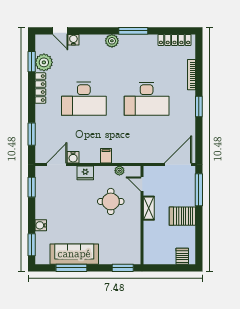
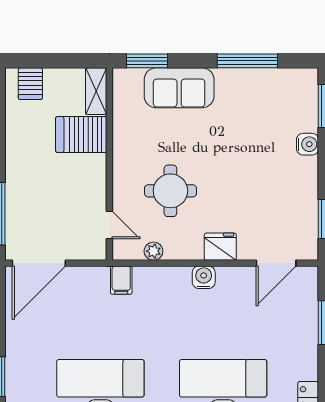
filing cabinet: (106, 156) -> (121, 280), moved
water cooler: (73, 157) -> (204, 277), moved
shelving: (149, 208) -> (96, 91), moved
server rack: (182, 216) -> (81, 135), moved, turned 180
sofa: (74, 254) -> (179, 88), moved, width x0.73

